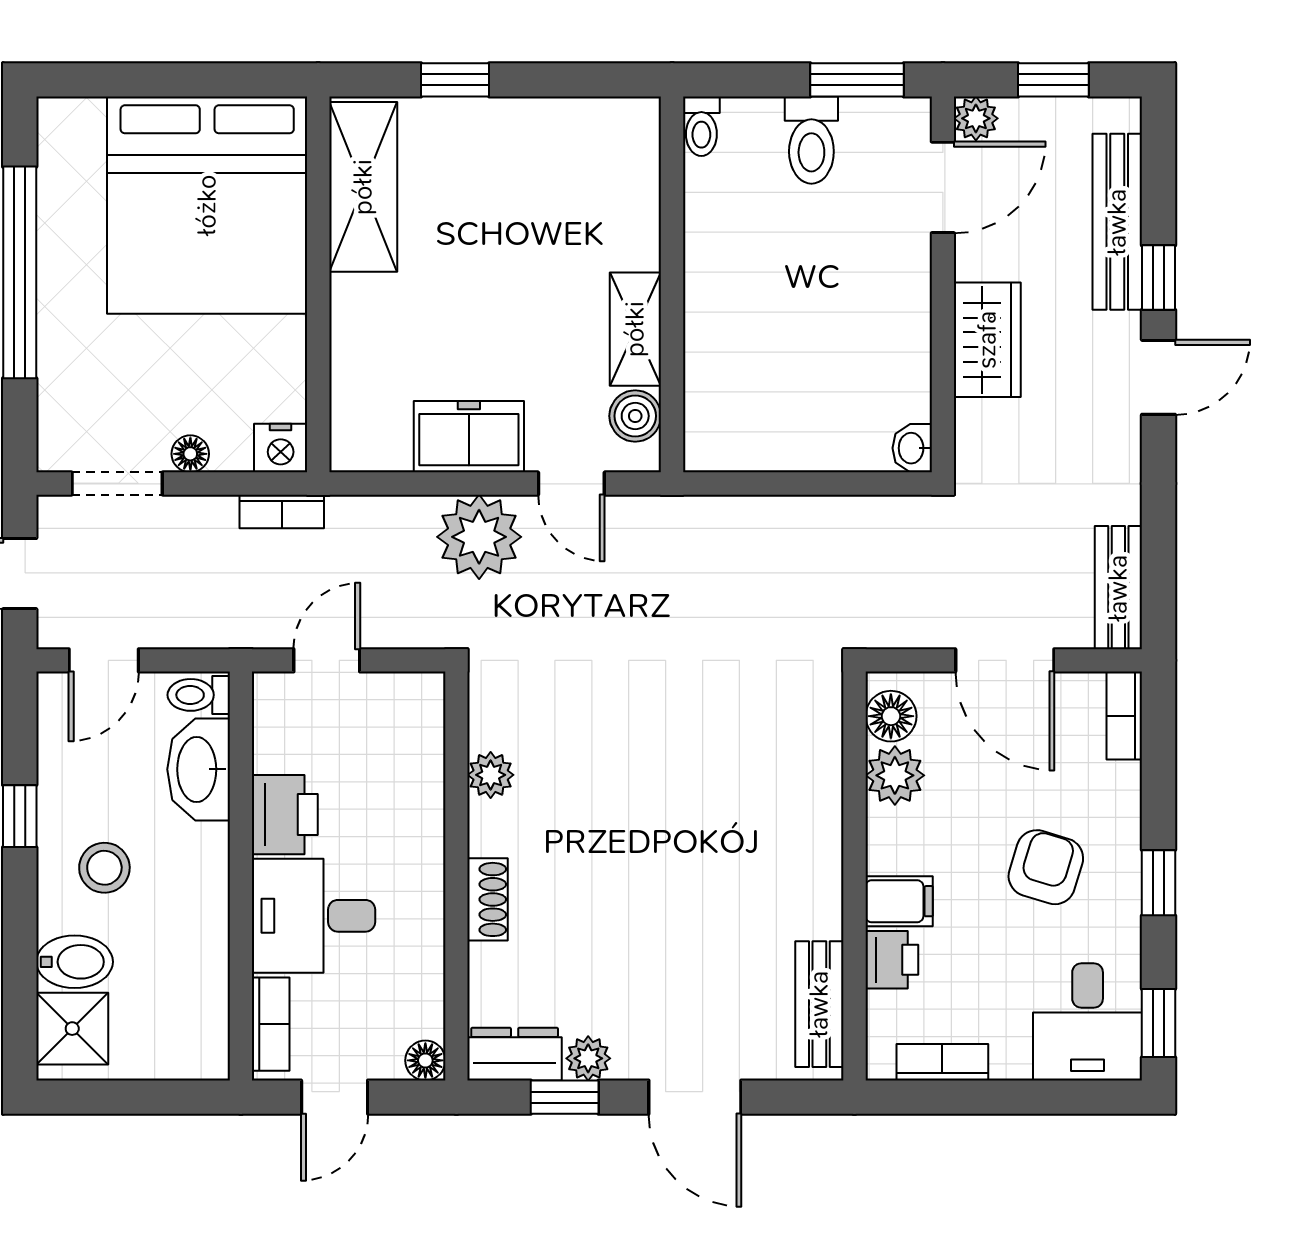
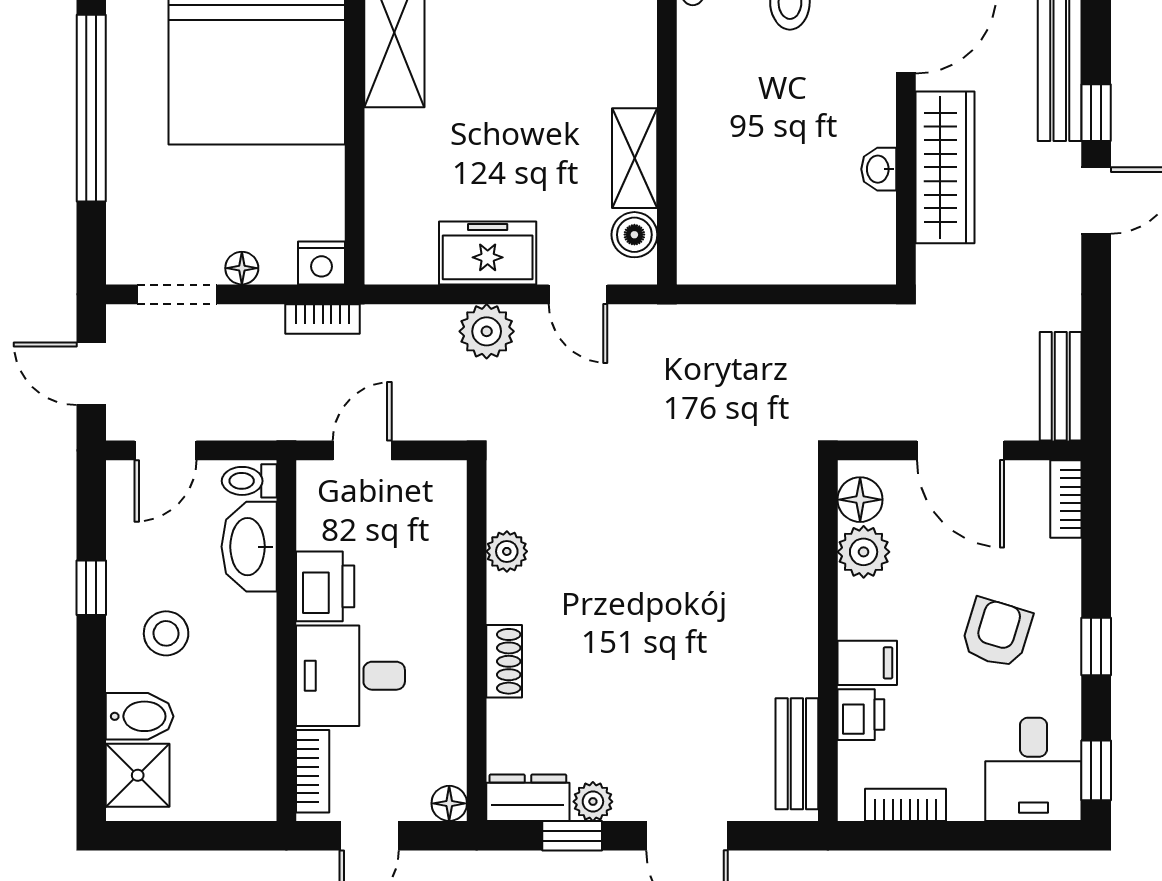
wardrobe: (987, 340) -> (945, 167), width x1.50
washbasin: (912, 448) -> (879, 169), moved
plant: (479, 537) -> (487, 331), width x0.73, depth x0.73

